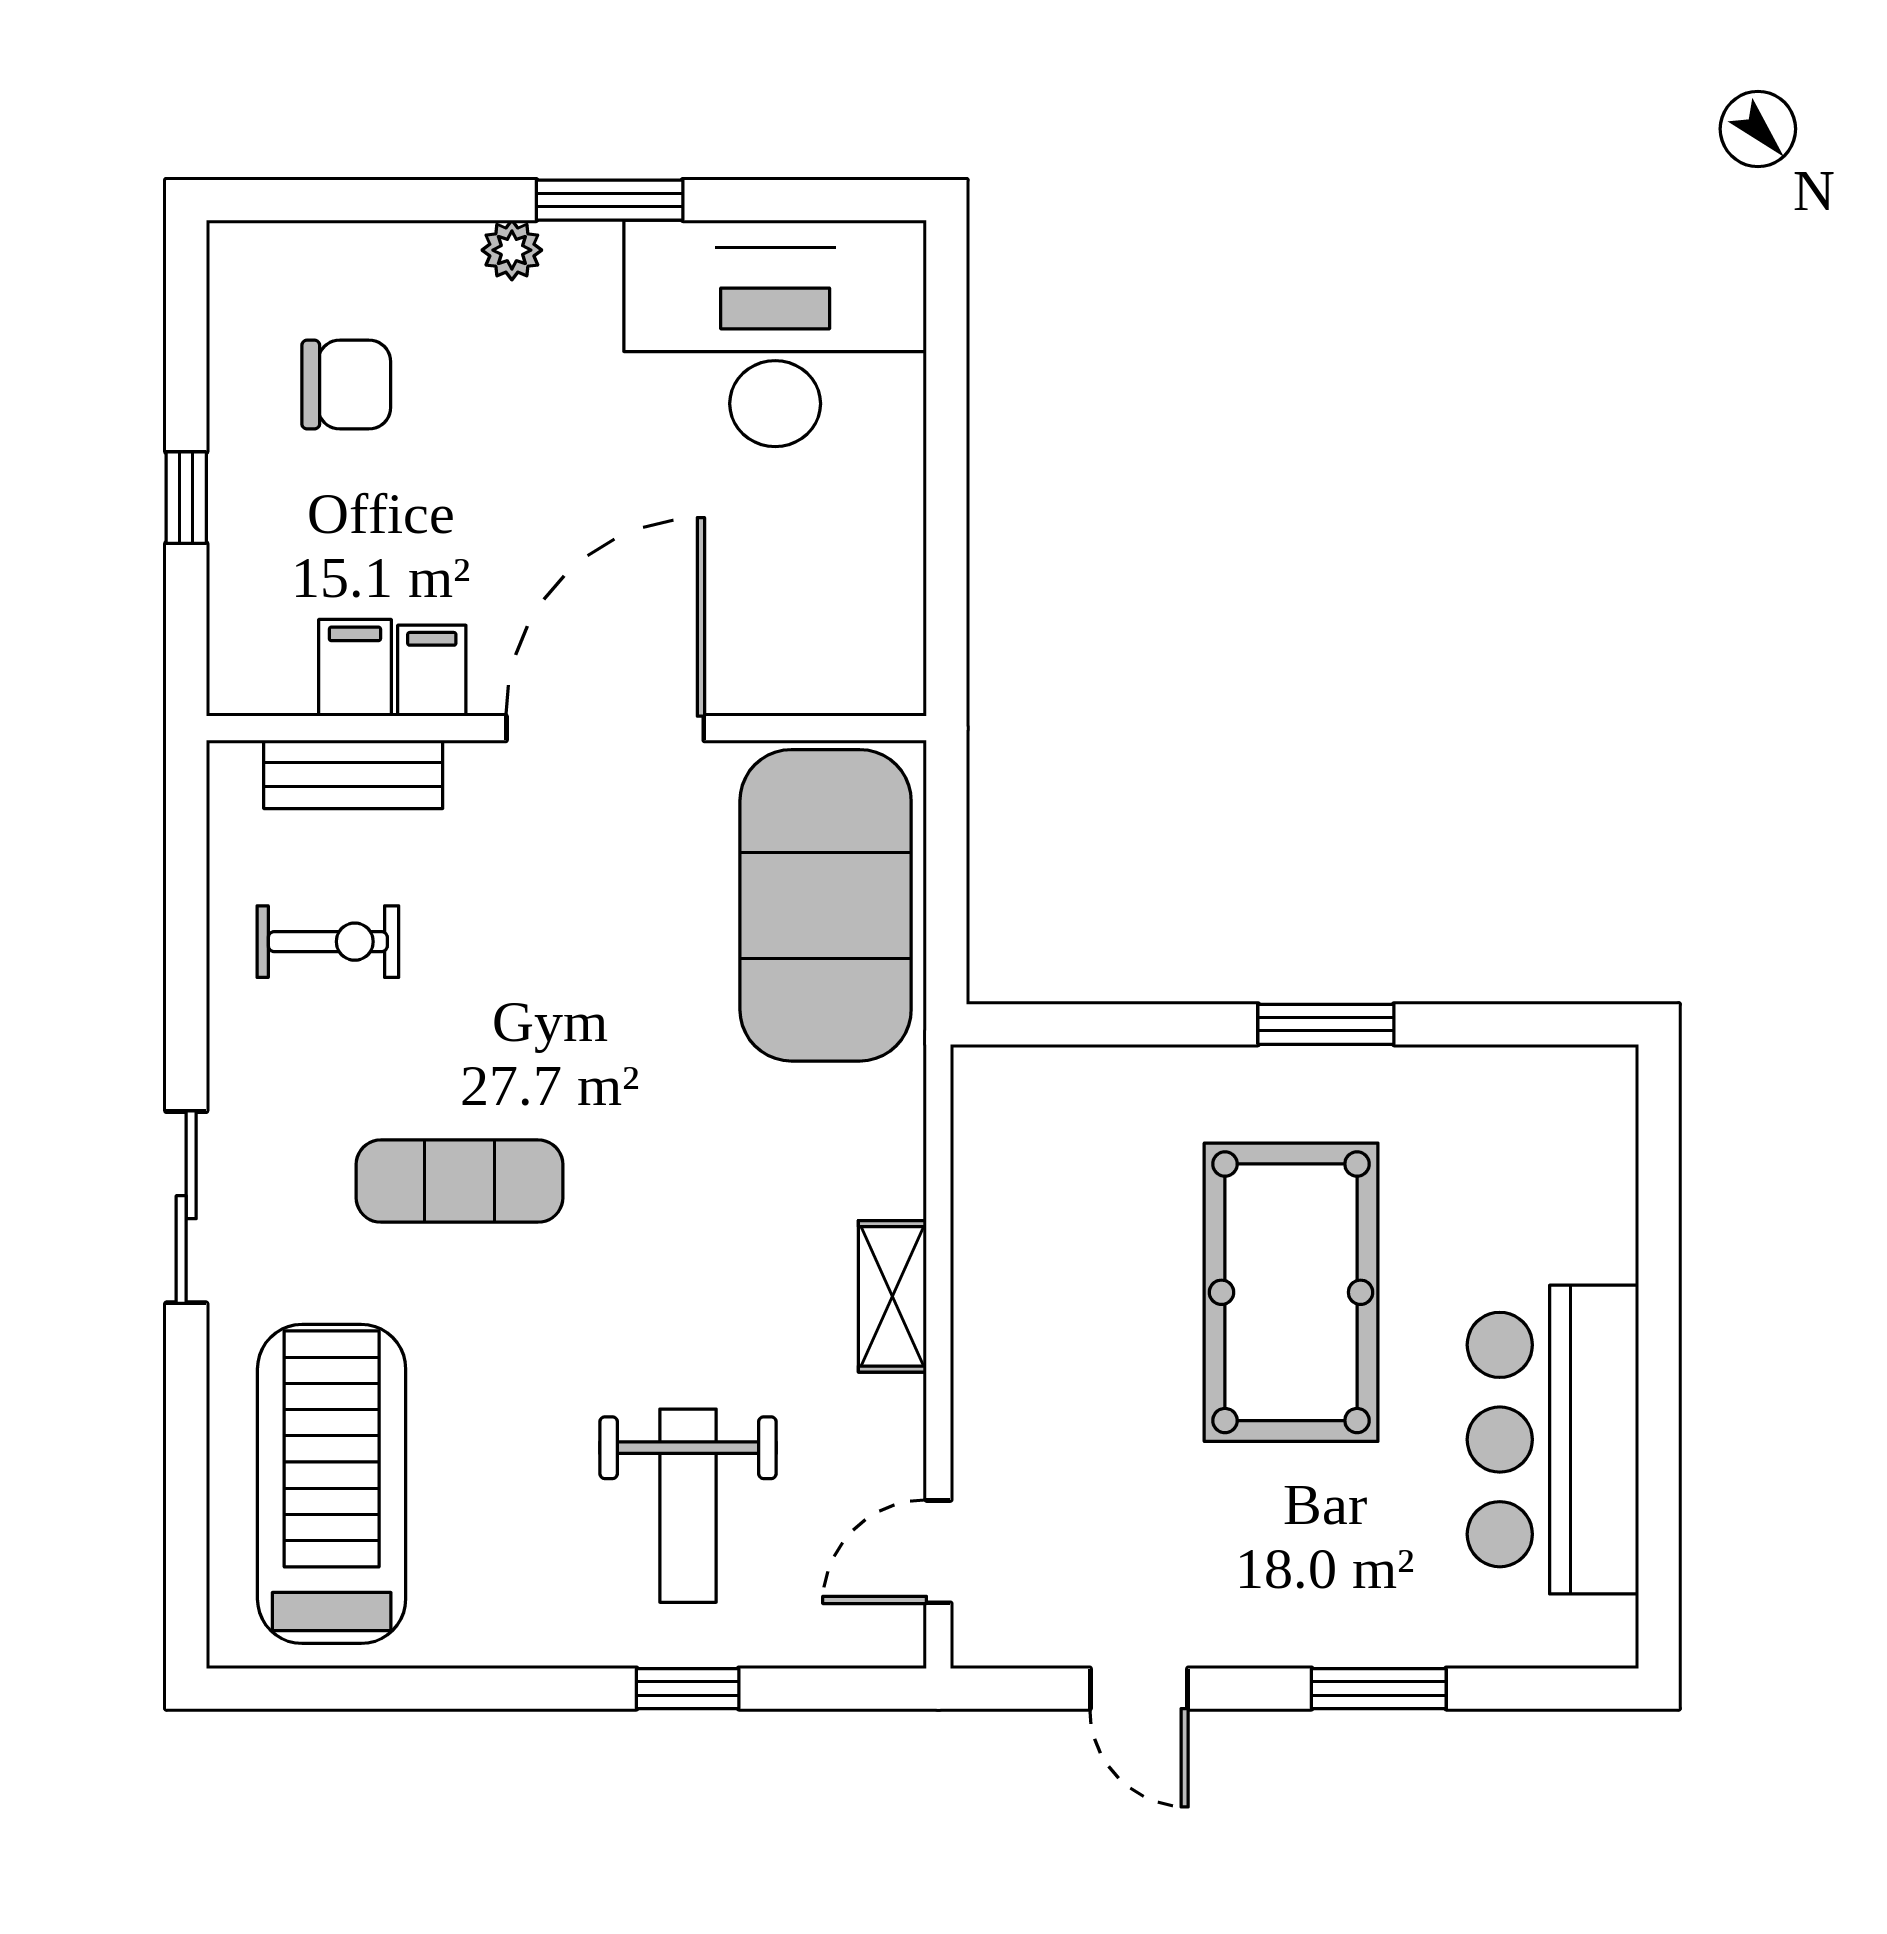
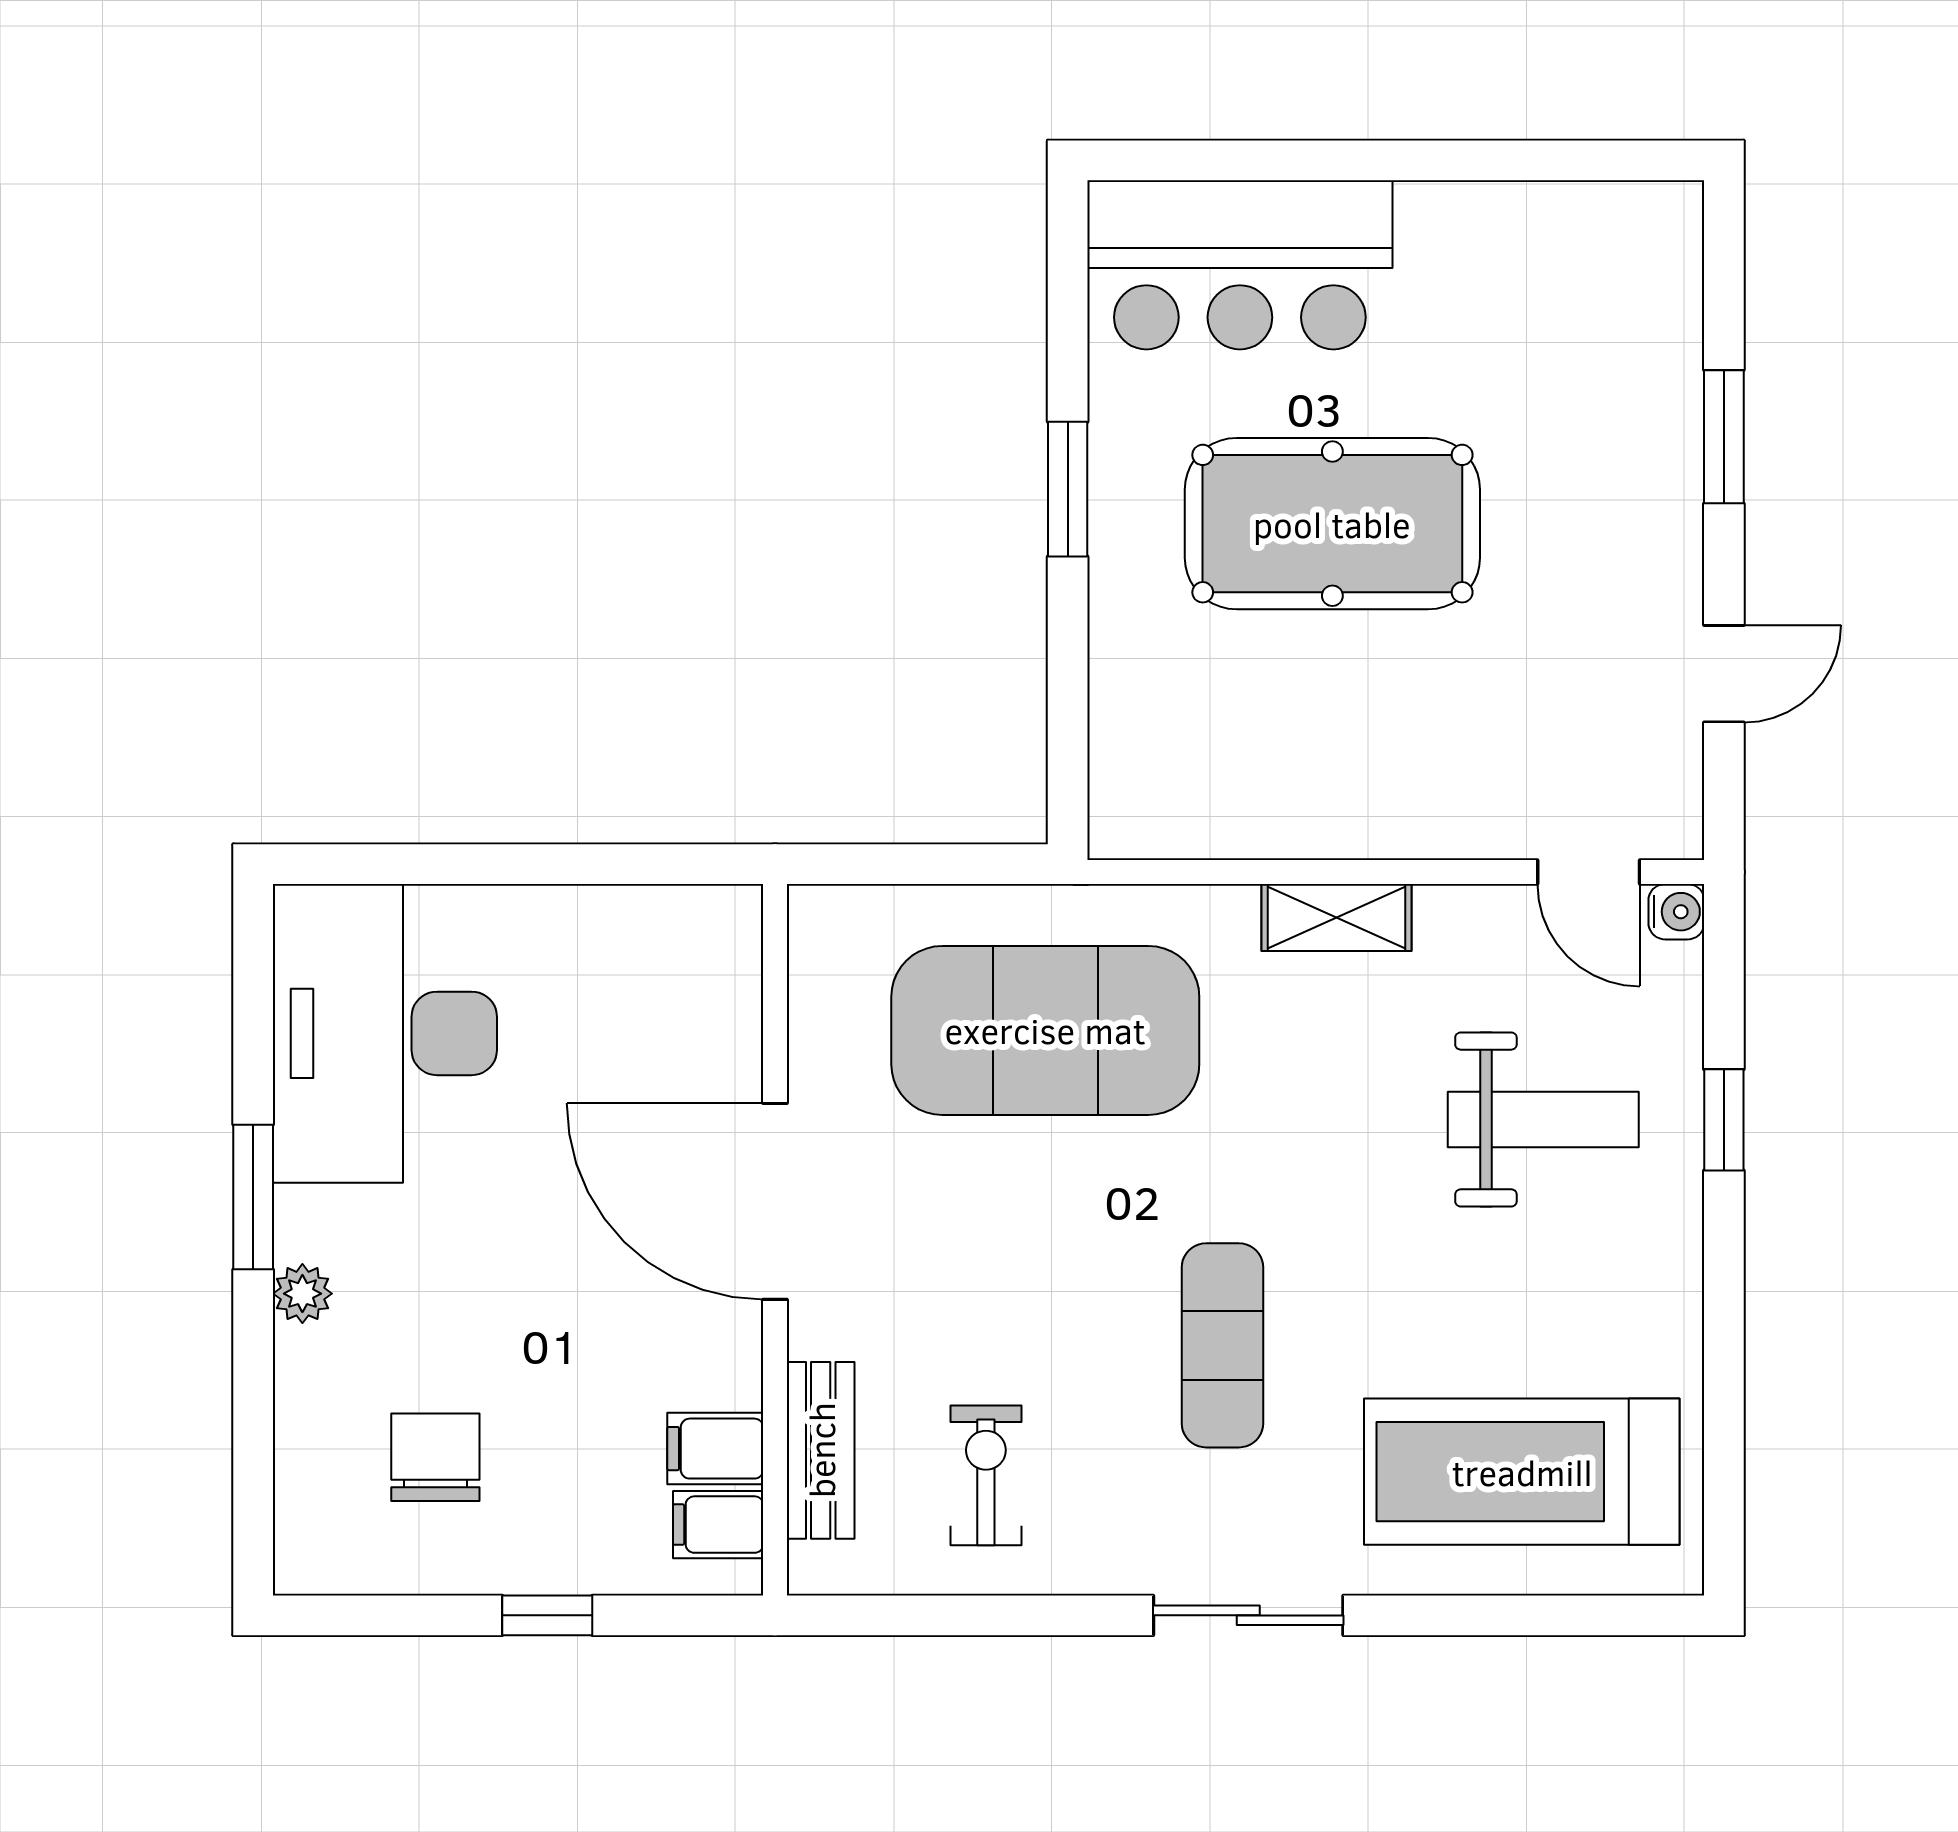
filing cabinet: (432, 671) -> (718, 1525), moved
exercise mat: (826, 905) -> (1045, 1030), moved
bar counter: (1553, 1440) -> (1240, 265), moved
water cooler: (898, 1640) -> (1676, 912), added

